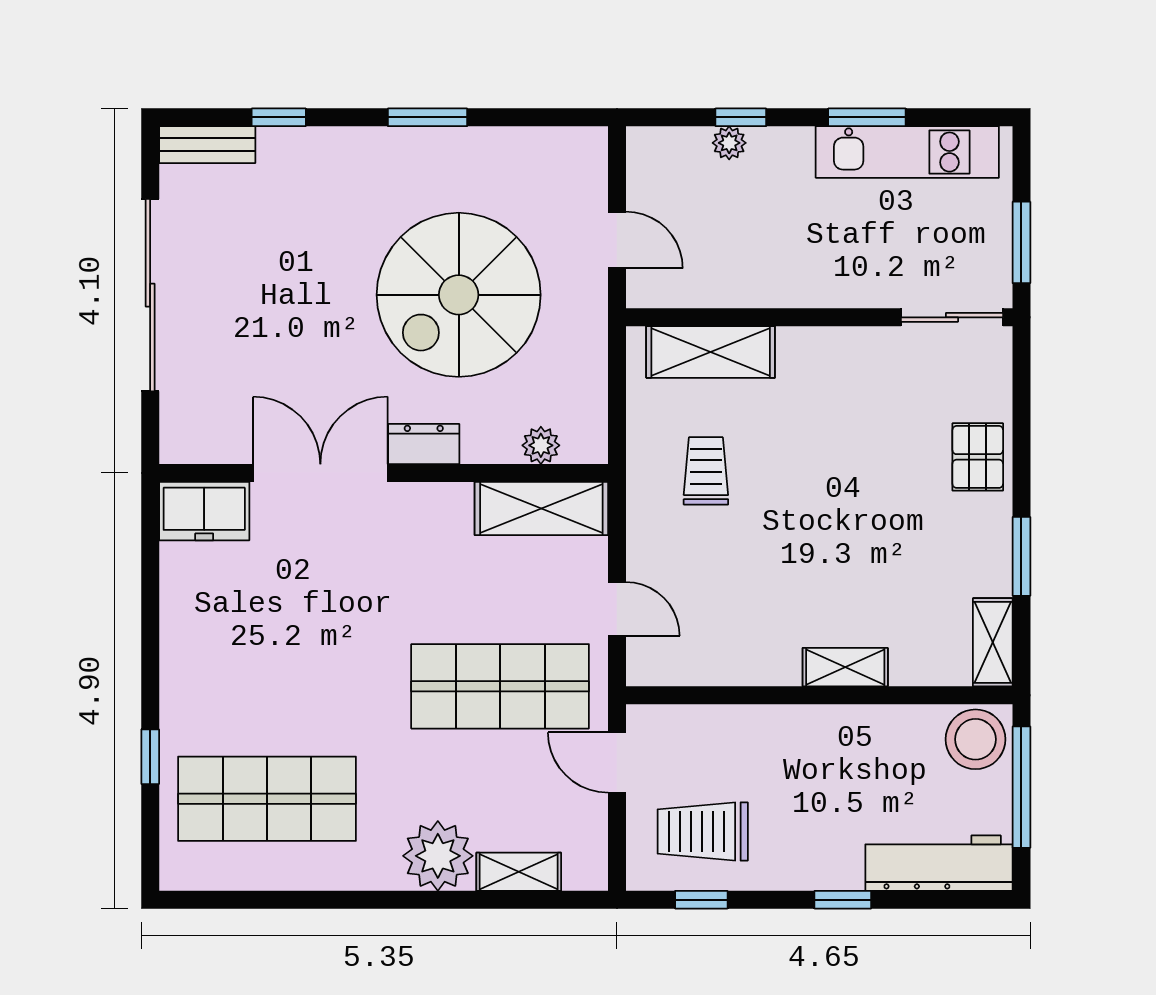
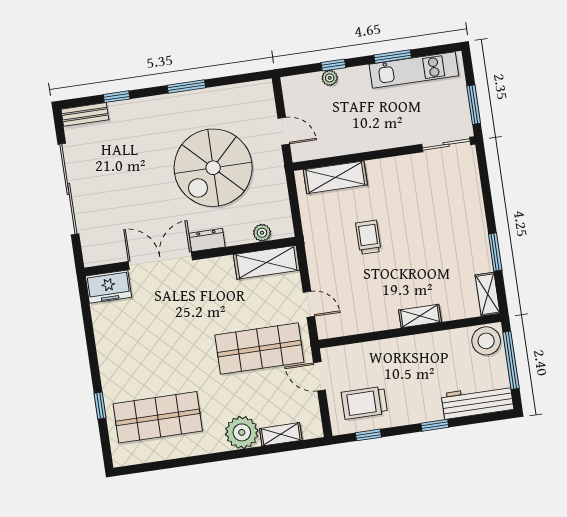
pallet: (978, 457) -> (468, 208), removed
trolley: (706, 471) -> (368, 237), moved

